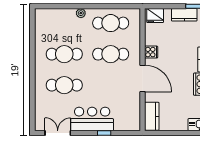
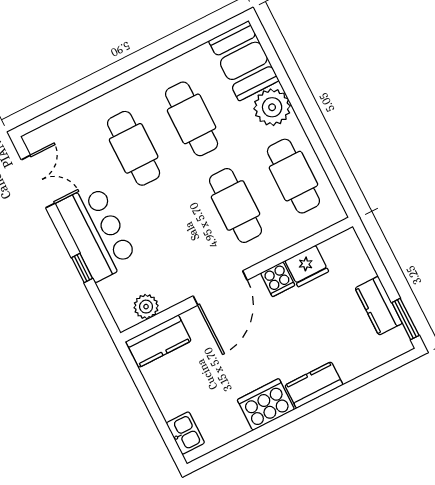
plant: (81, 13) -> (272, 107), width x1.87, depth x1.87
fridge: (155, 16) -> (307, 266), moved, turned -90
booth: (51, 19) -> (244, 61), added
plant: (134, 114) -> (146, 307), added

